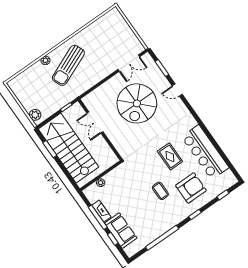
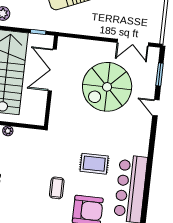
double door: (95, 122) -> (52, 70), width x1.37
rug: (170, 156) -> (94, 164), turned 90

